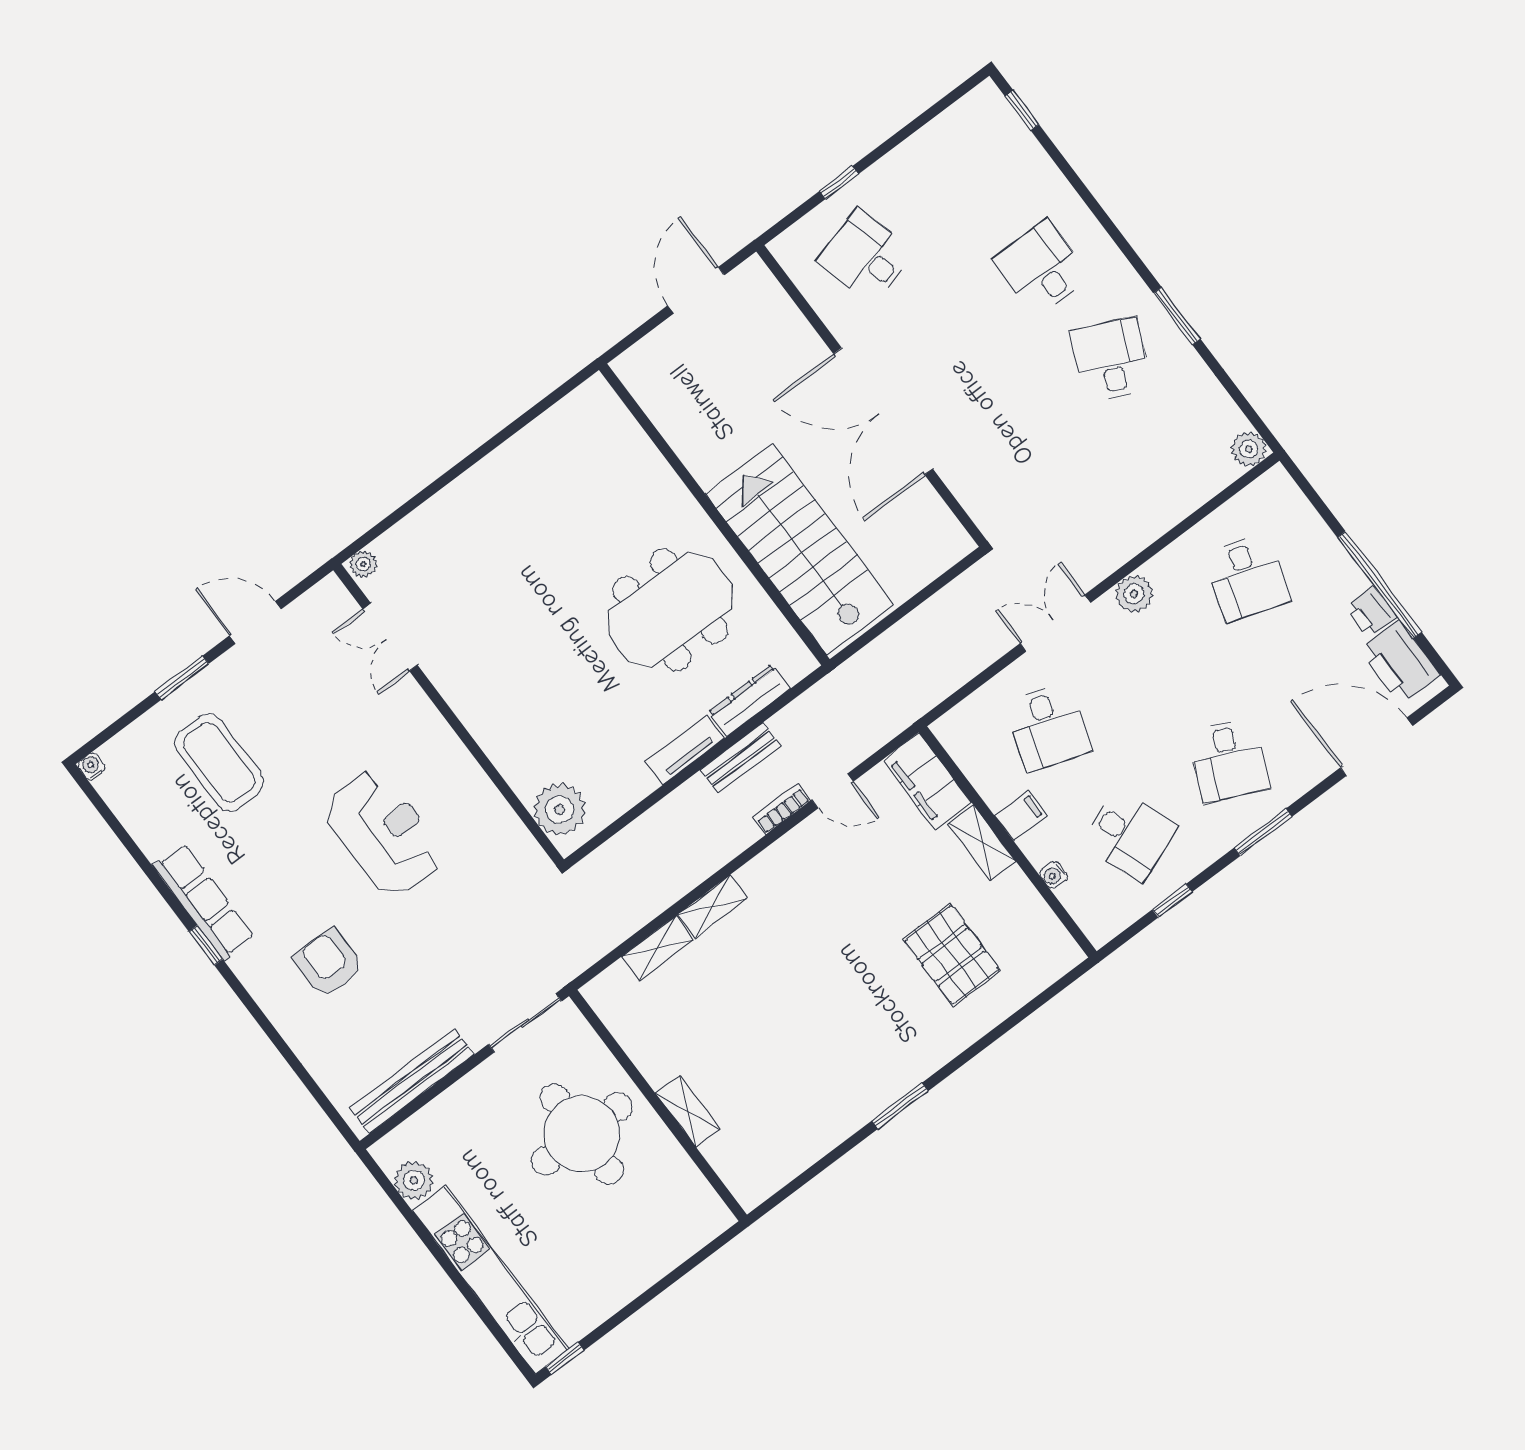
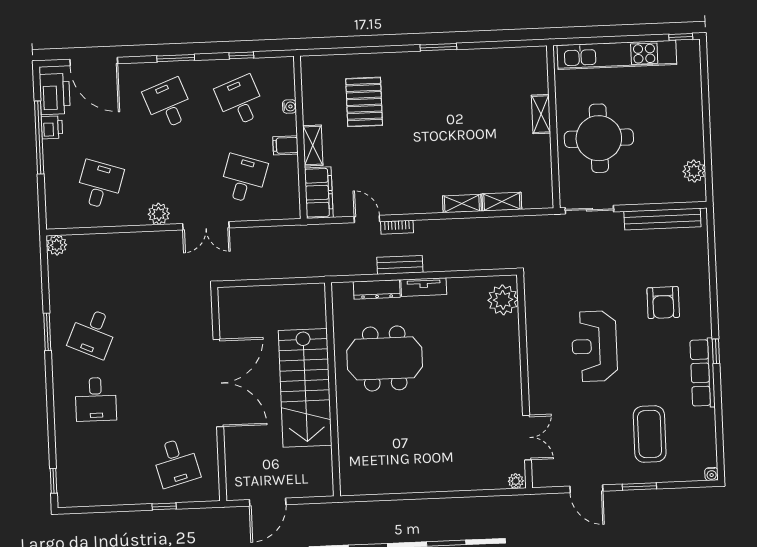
stairs: (800, 549) -> (305, 388), moved
desk: (1229, 760) -> (168, 104), turned -45
kitchen unit: (490, 1279) -> (617, 55), moved, turned -90

